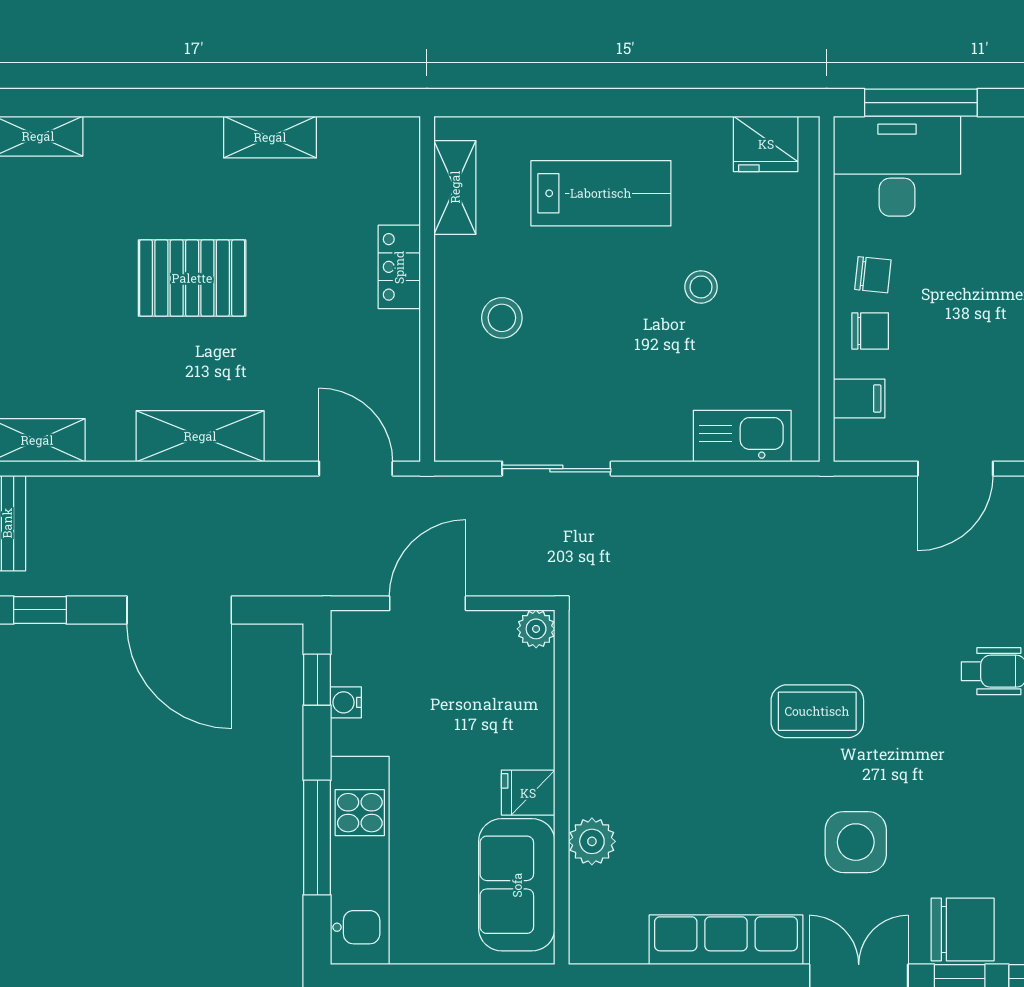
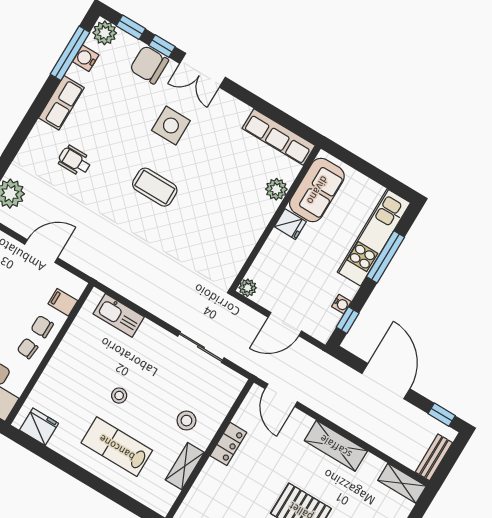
shelving: (455, 187) -> (185, 466), moved
locker: (399, 267) -> (228, 444), moved
stool: (701, 287) -> (119, 396), moved
row of seats: (726, 940) -> (279, 137), moved

